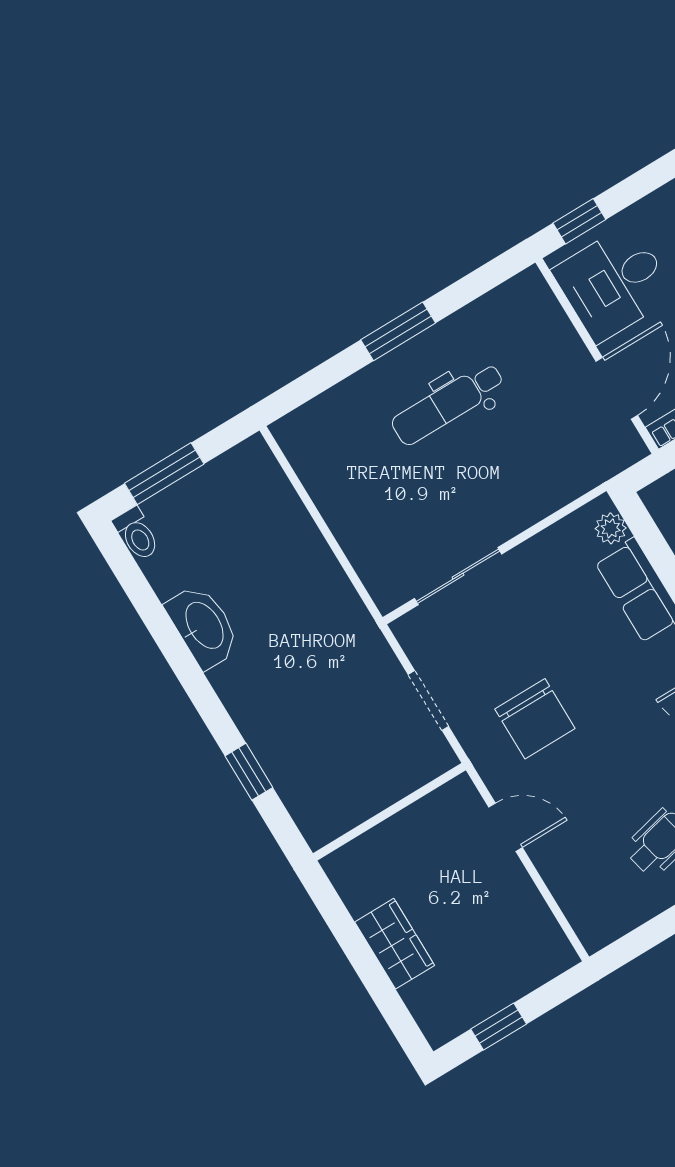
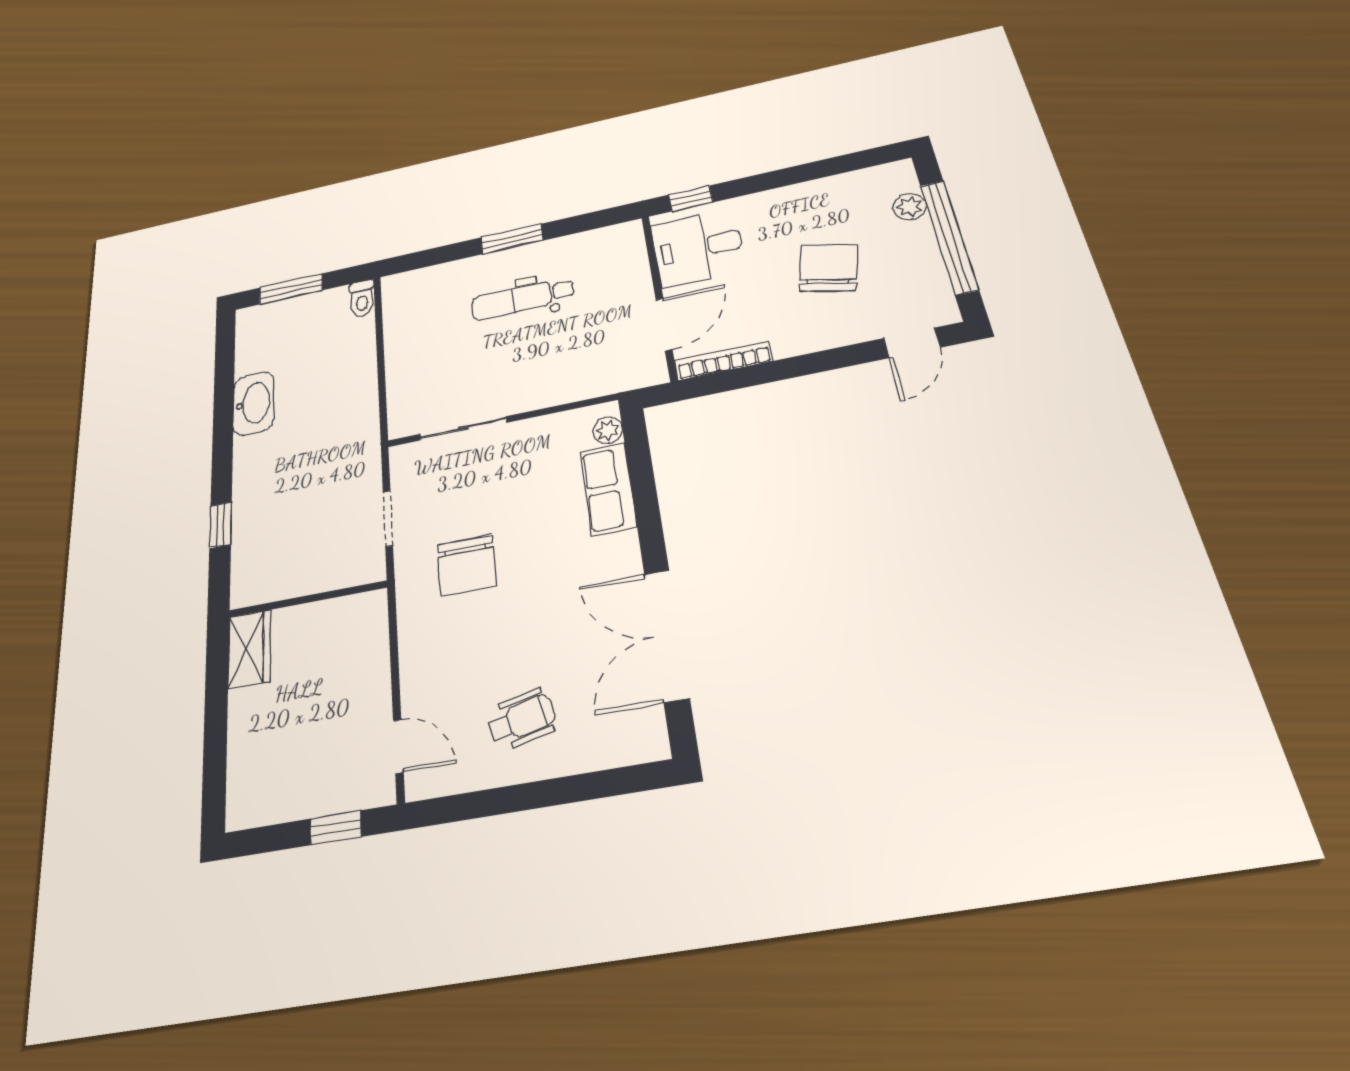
toilet: (137, 534) -> (362, 298), moved
door: (506, 827) -> (398, 746), moved
wardrobe: (395, 944) -> (249, 649), moved
window: (499, 1026) -> (336, 828), moved

